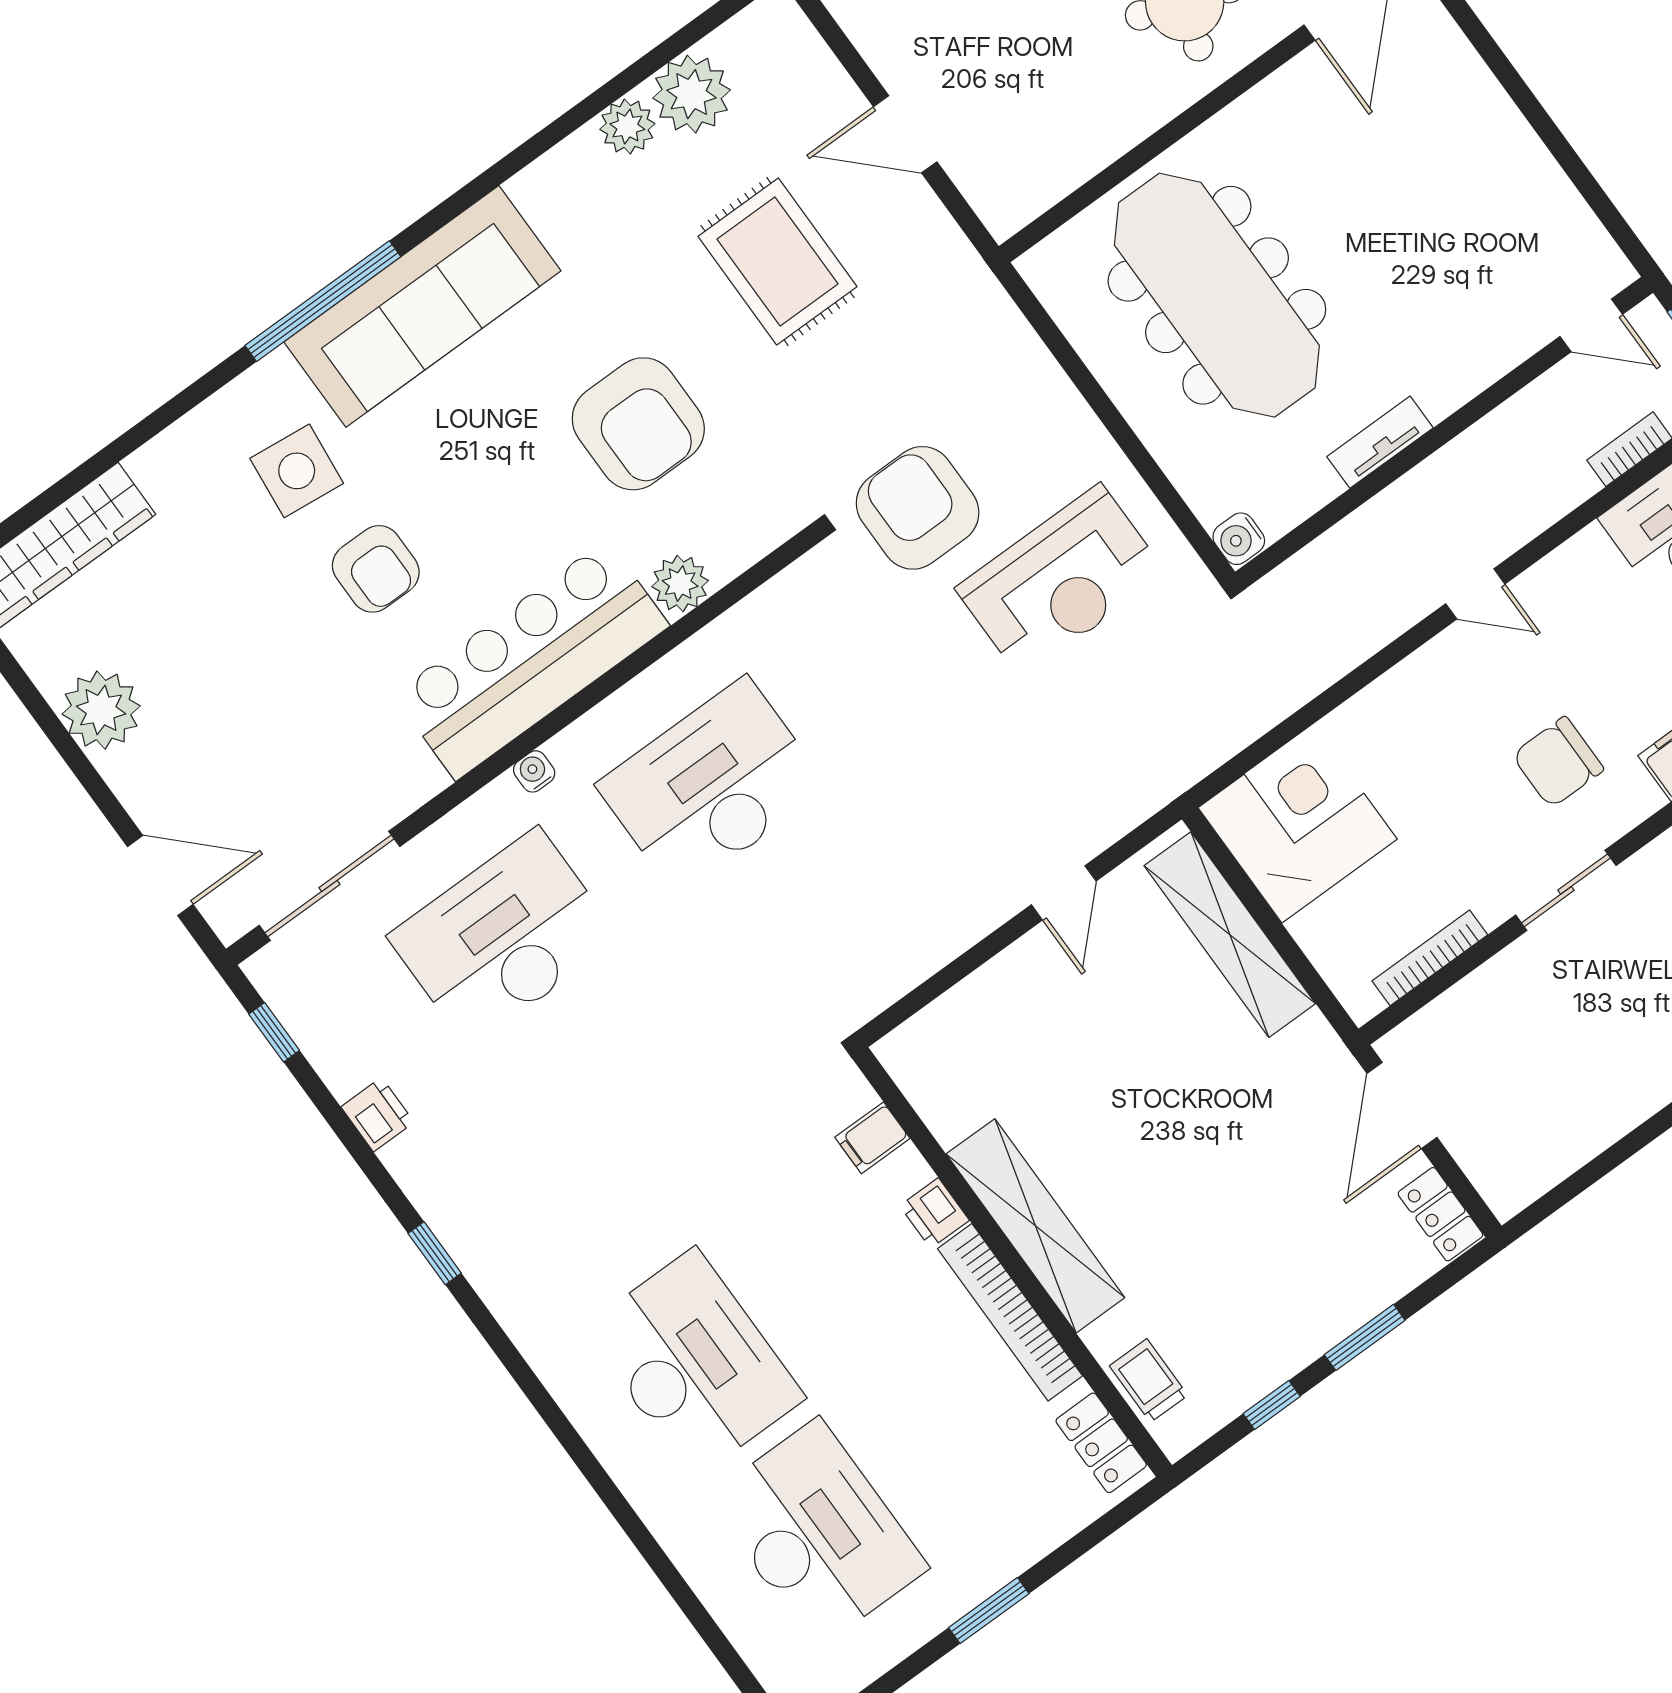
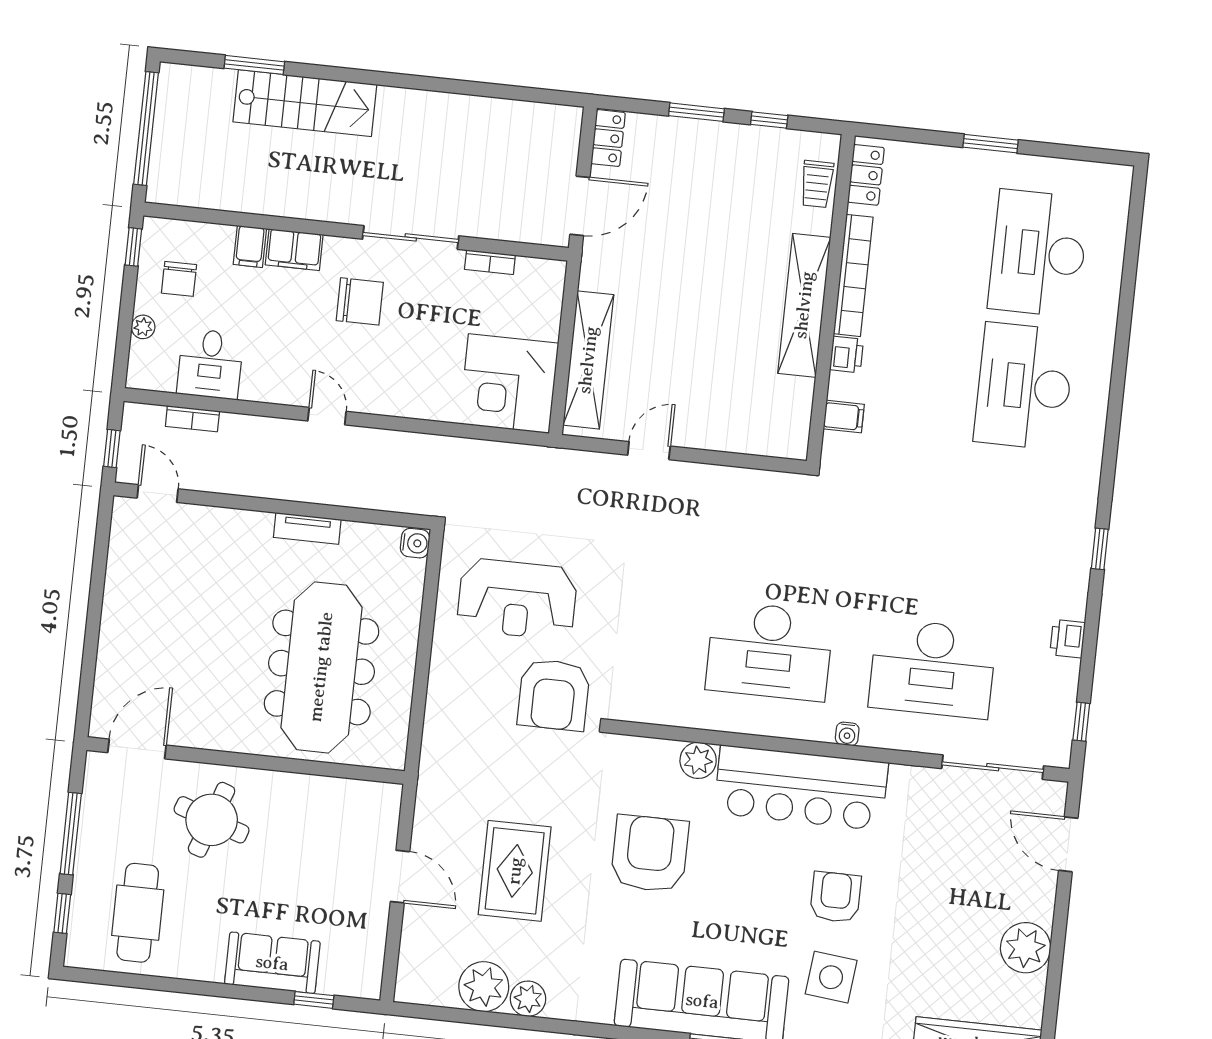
reception desk: (1061, 581) -> (517, 599), turned 180
sliding door: (1566, 890) -> (411, 237), width x1.37
bookcase: (1430, 958) -> (490, 262), width x0.64

